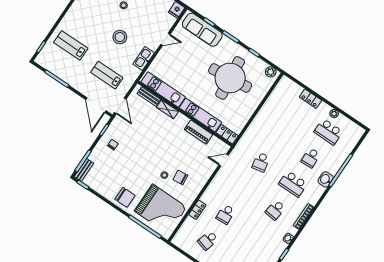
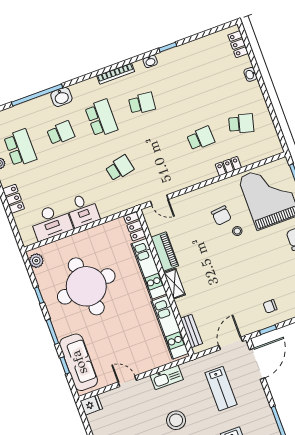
desk: (278, 101) -> (51, 222), added
shelving: (167, 109) -> (175, 284), moved
desk: (265, 121) -> (83, 210), added

